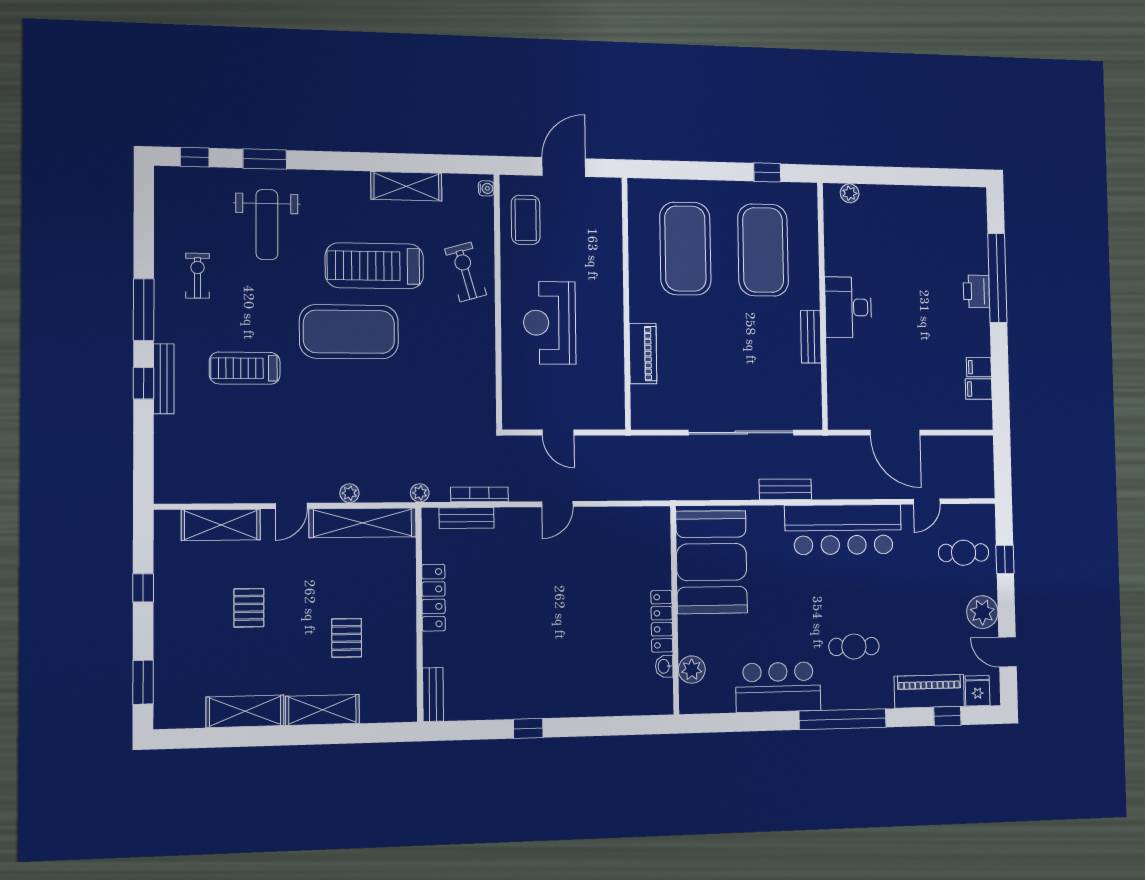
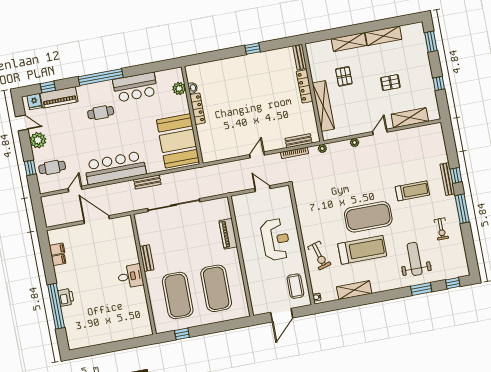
plant: (850, 193) -> (139, 332), removed
desk: (848, 307) -> (130, 276), width x0.73
shelving: (363, 523) -> (323, 106), moved, turned 90
locker: (434, 598) -> (305, 86), moved
pallet: (249, 608) -> (390, 83), turned 90

